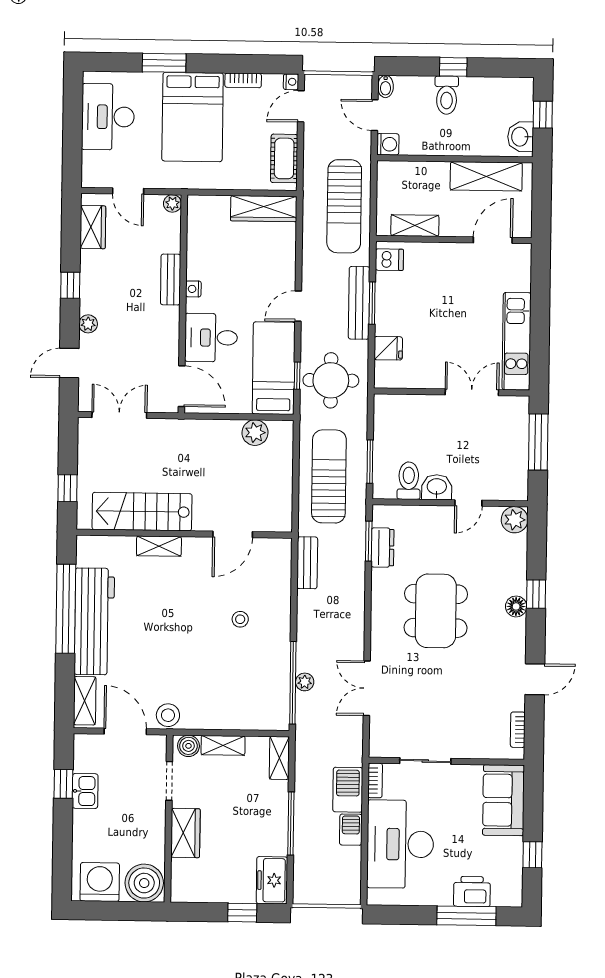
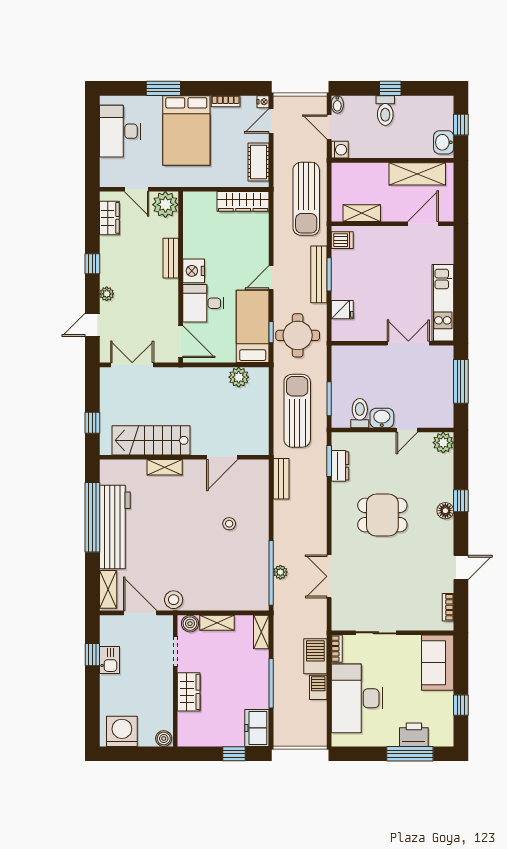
plant: (172, 203) -> (165, 205), width x1.88, depth x1.88
nightstand: (193, 289) -> (194, 271), width x1.89, depth x1.79
dining table: (436, 611) -> (382, 515), width x0.73
boiler: (144, 883) -> (164, 738), width x0.54, depth x0.54

